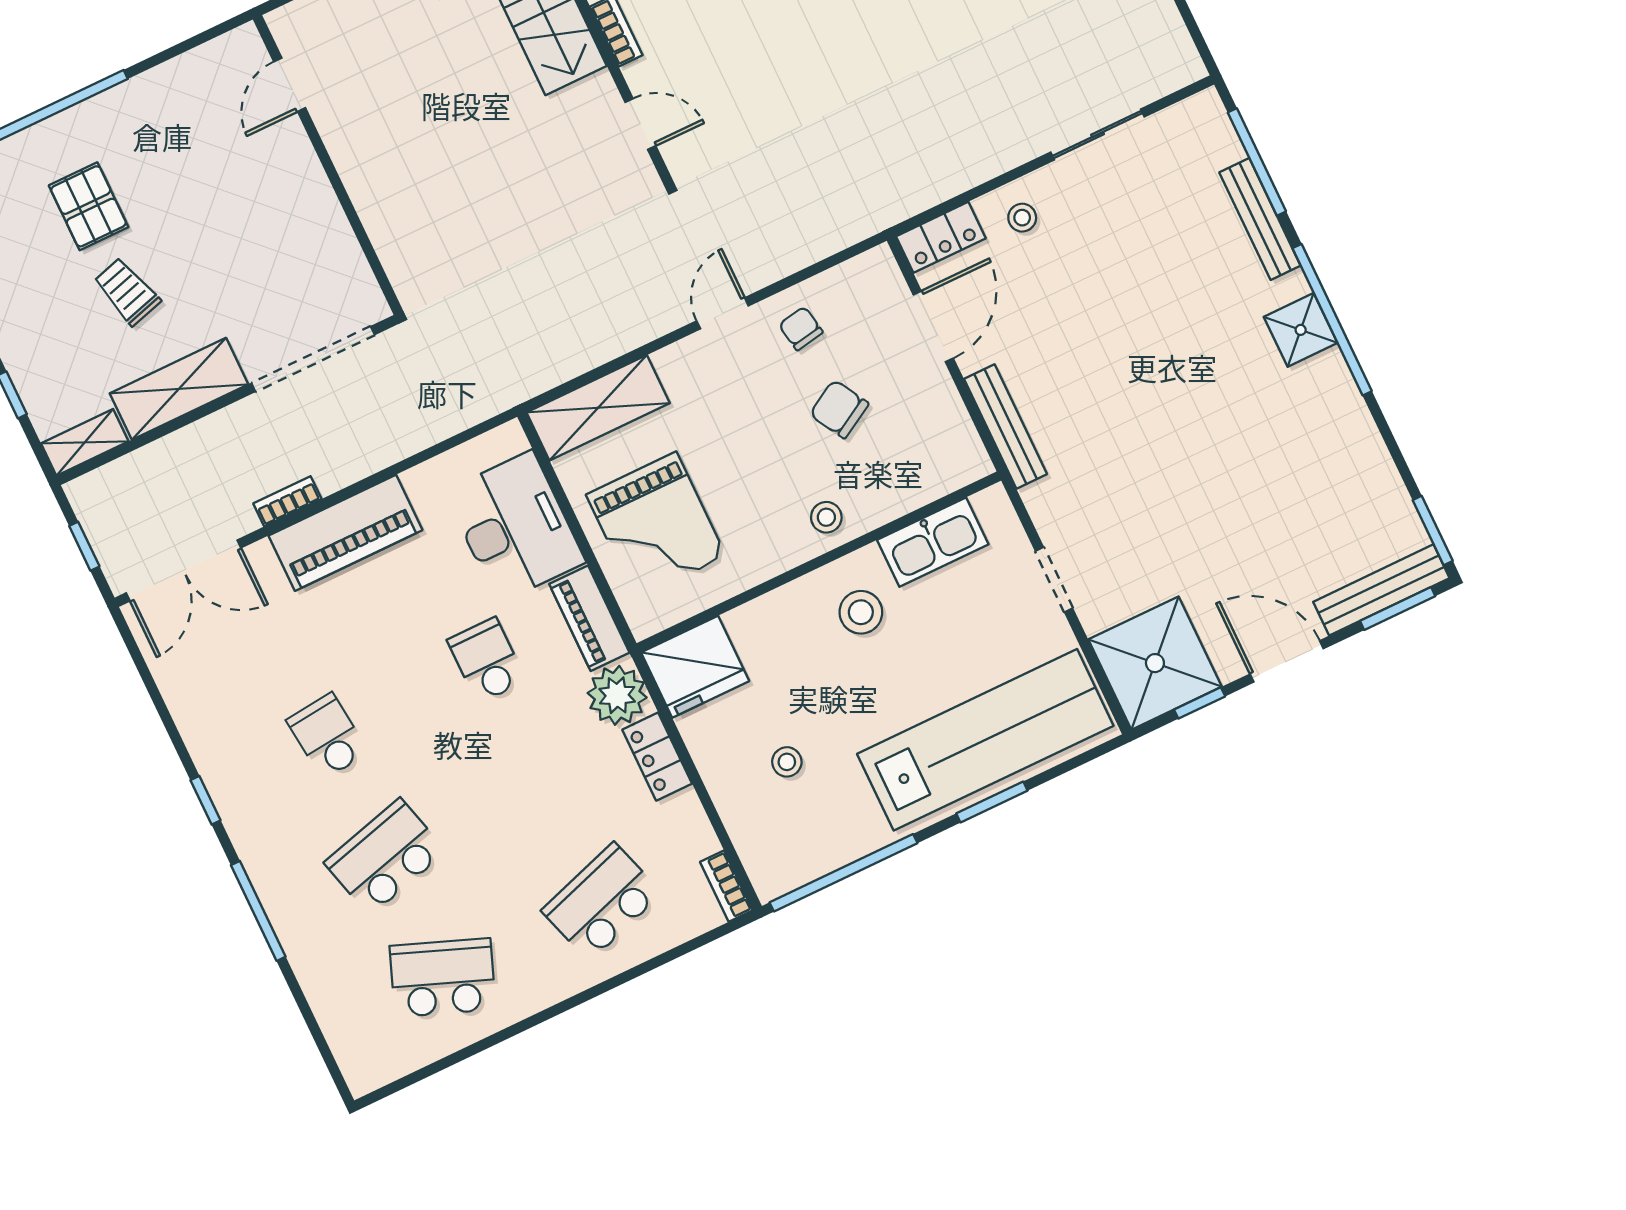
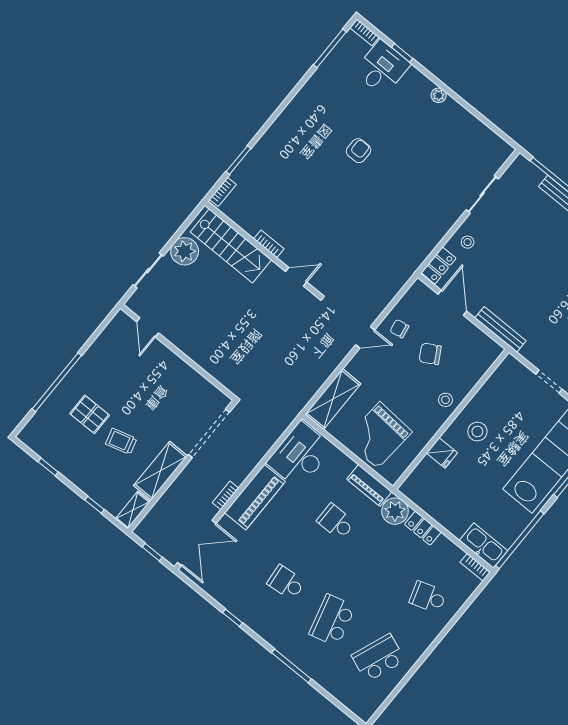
door: (723, 313) -> (365, 337), swing flipped
grand piano: (656, 525) -> (378, 435), turned 94
desk: (515, 527) -> (300, 455), moved, turned -90
kitchen sink: (933, 542) -> (484, 546), moved, turned -90
fridge: (695, 667) -> (442, 453), moved, width x0.53, depth x0.75
stool: (787, 762) -> (476, 506), removed
window: (206, 800) -> (233, 618), moved
school desk: (602, 902) -> (428, 597), width x0.54

